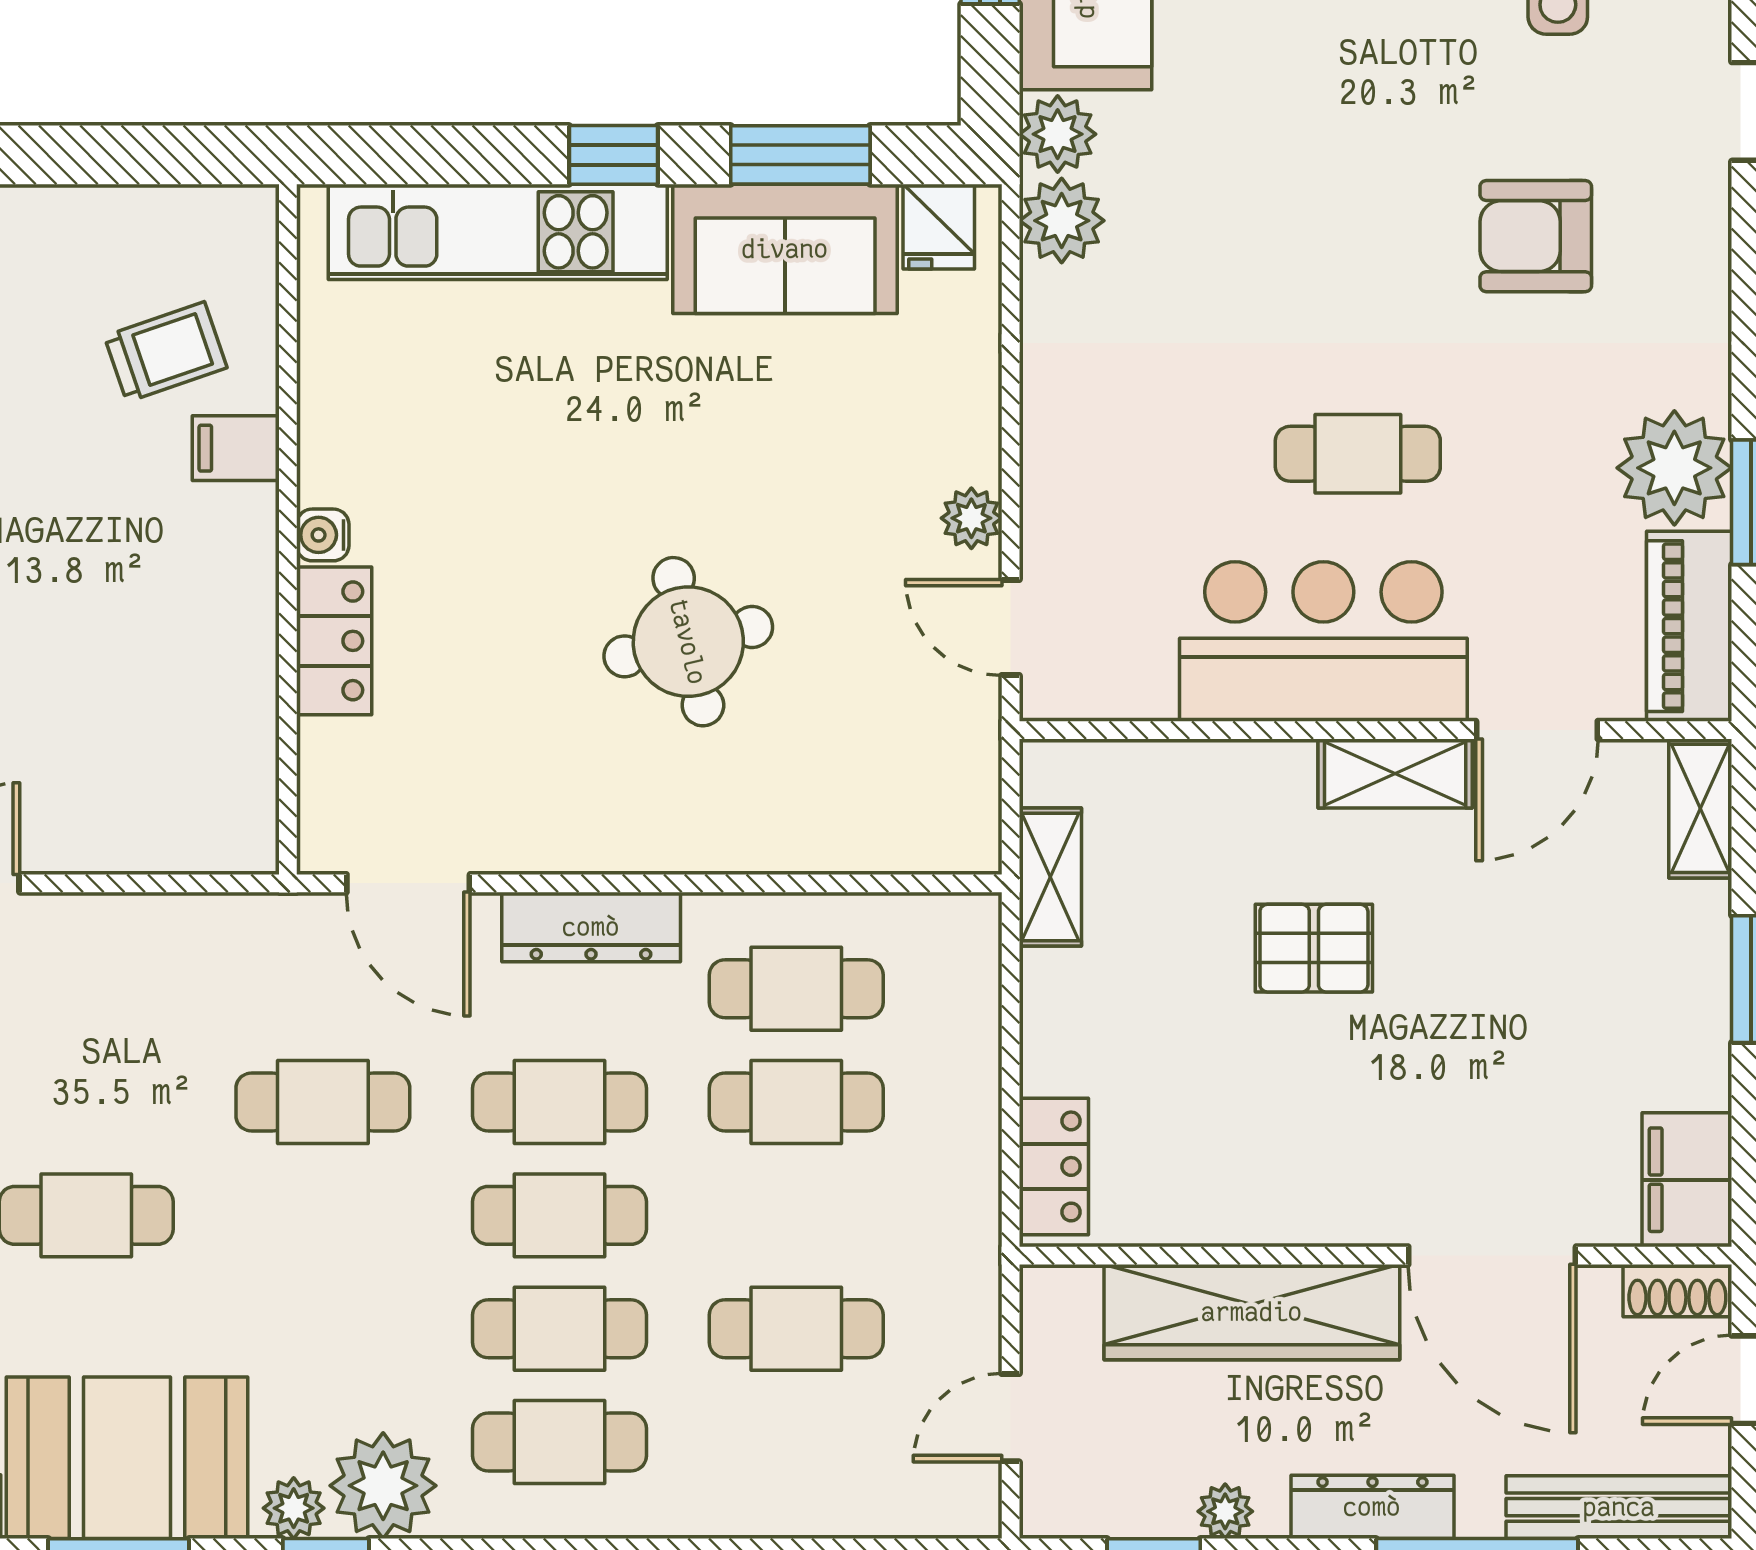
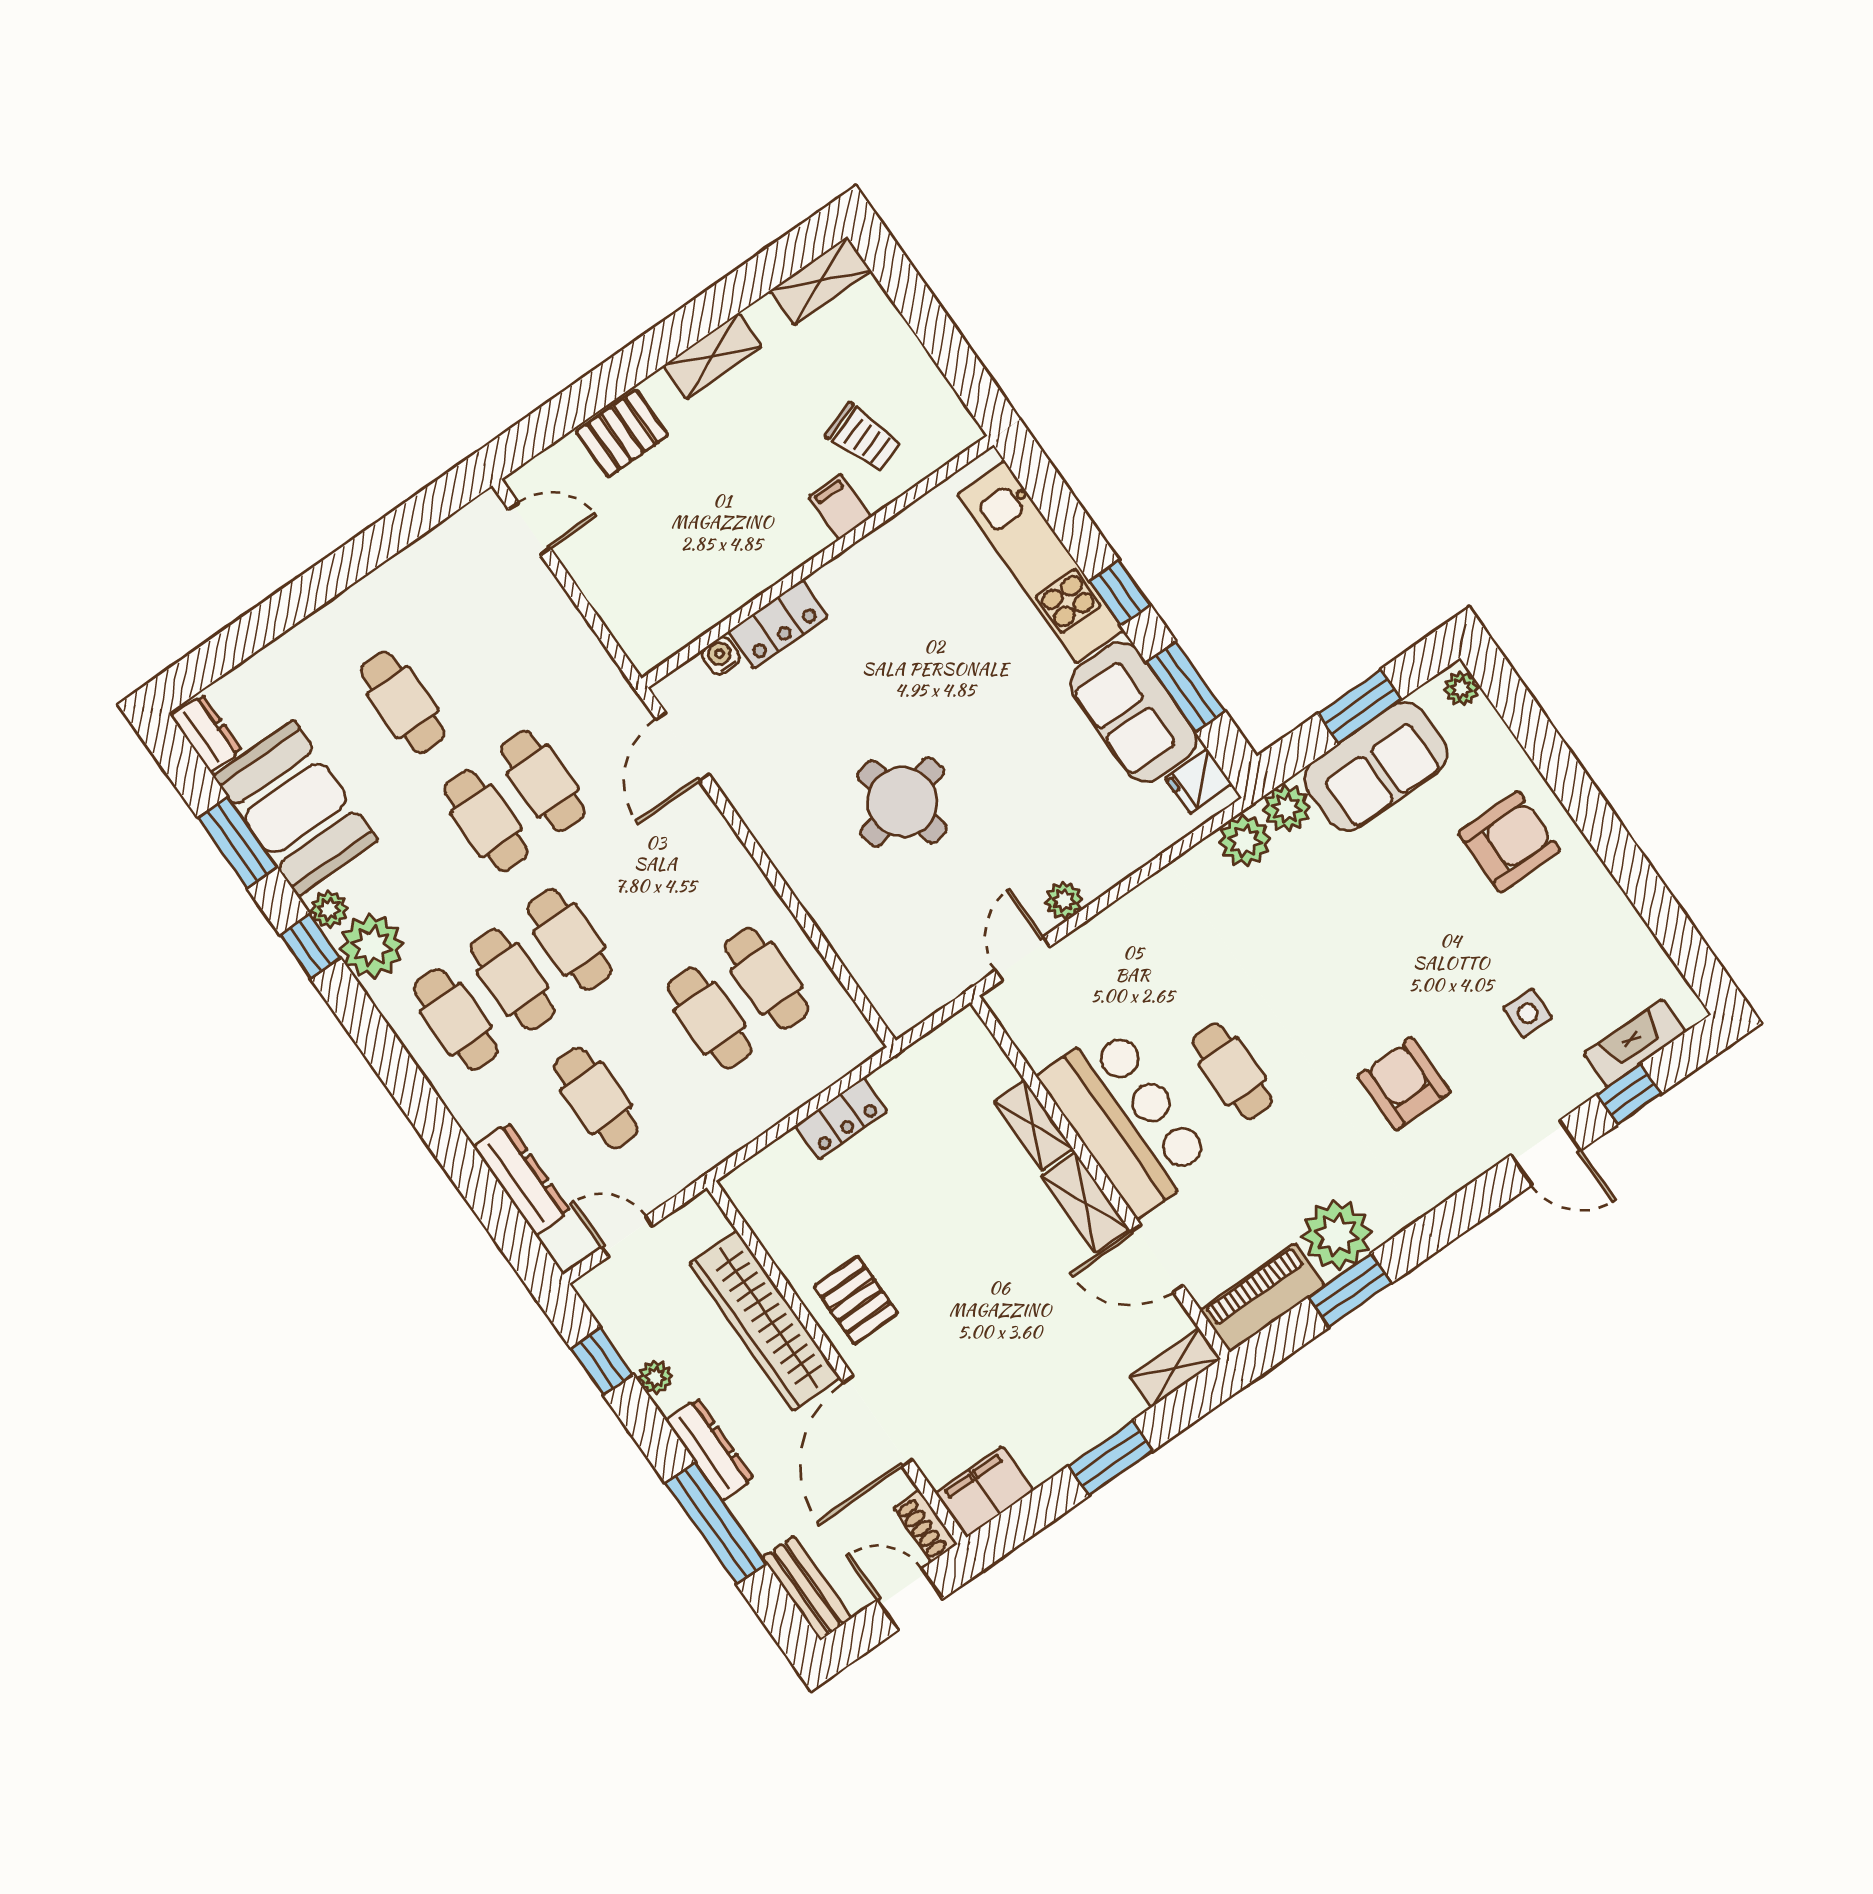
water cooler: (323, 535) -> (721, 656), moved
shelving: (1050, 877) -> (1033, 1125), moved, turned 90
dresser: (591, 927) -> (522, 1179), moved, turned 180
pallet: (1314, 948) -> (856, 1300), moved
cafe table: (560, 1102) -> (486, 821), moved
locker: (1054, 1166) -> (841, 1118), moved
bench: (1619, 1507) -> (807, 1588), width x0.73

